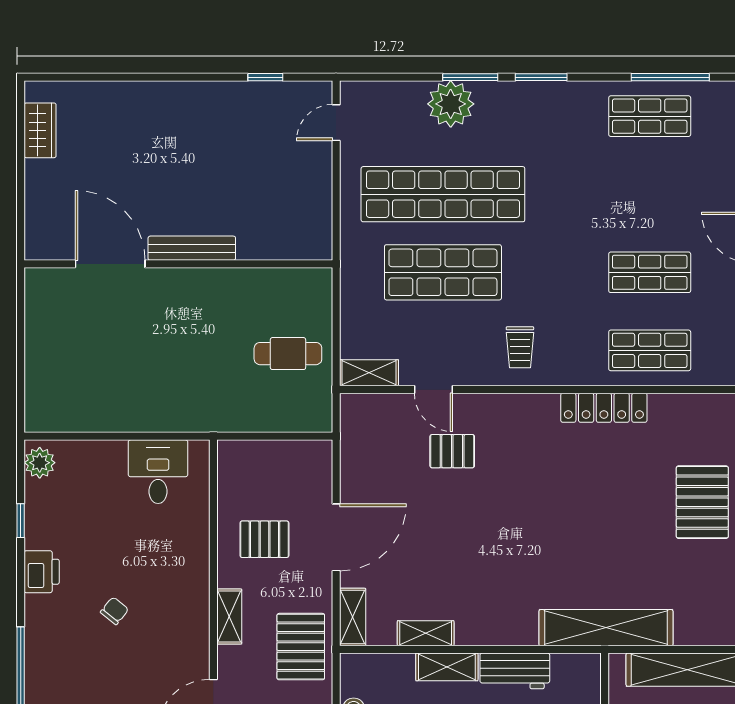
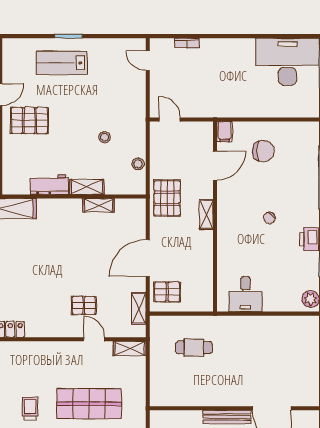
trolley: (520, 347) -> (30, 408), moved
cafe table: (288, 354) -> (194, 348), moved
pallet: (264, 539) -> (167, 292), moved
shelving: (353, 617) -> (139, 308), moved

